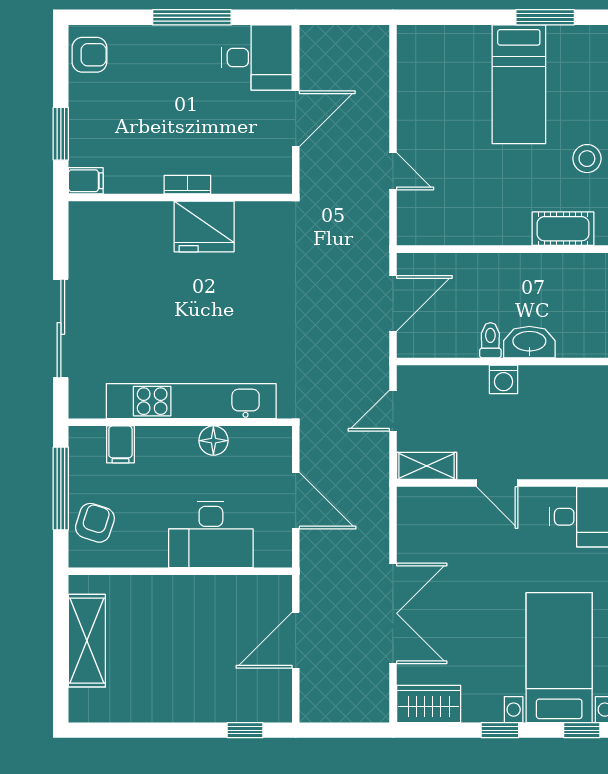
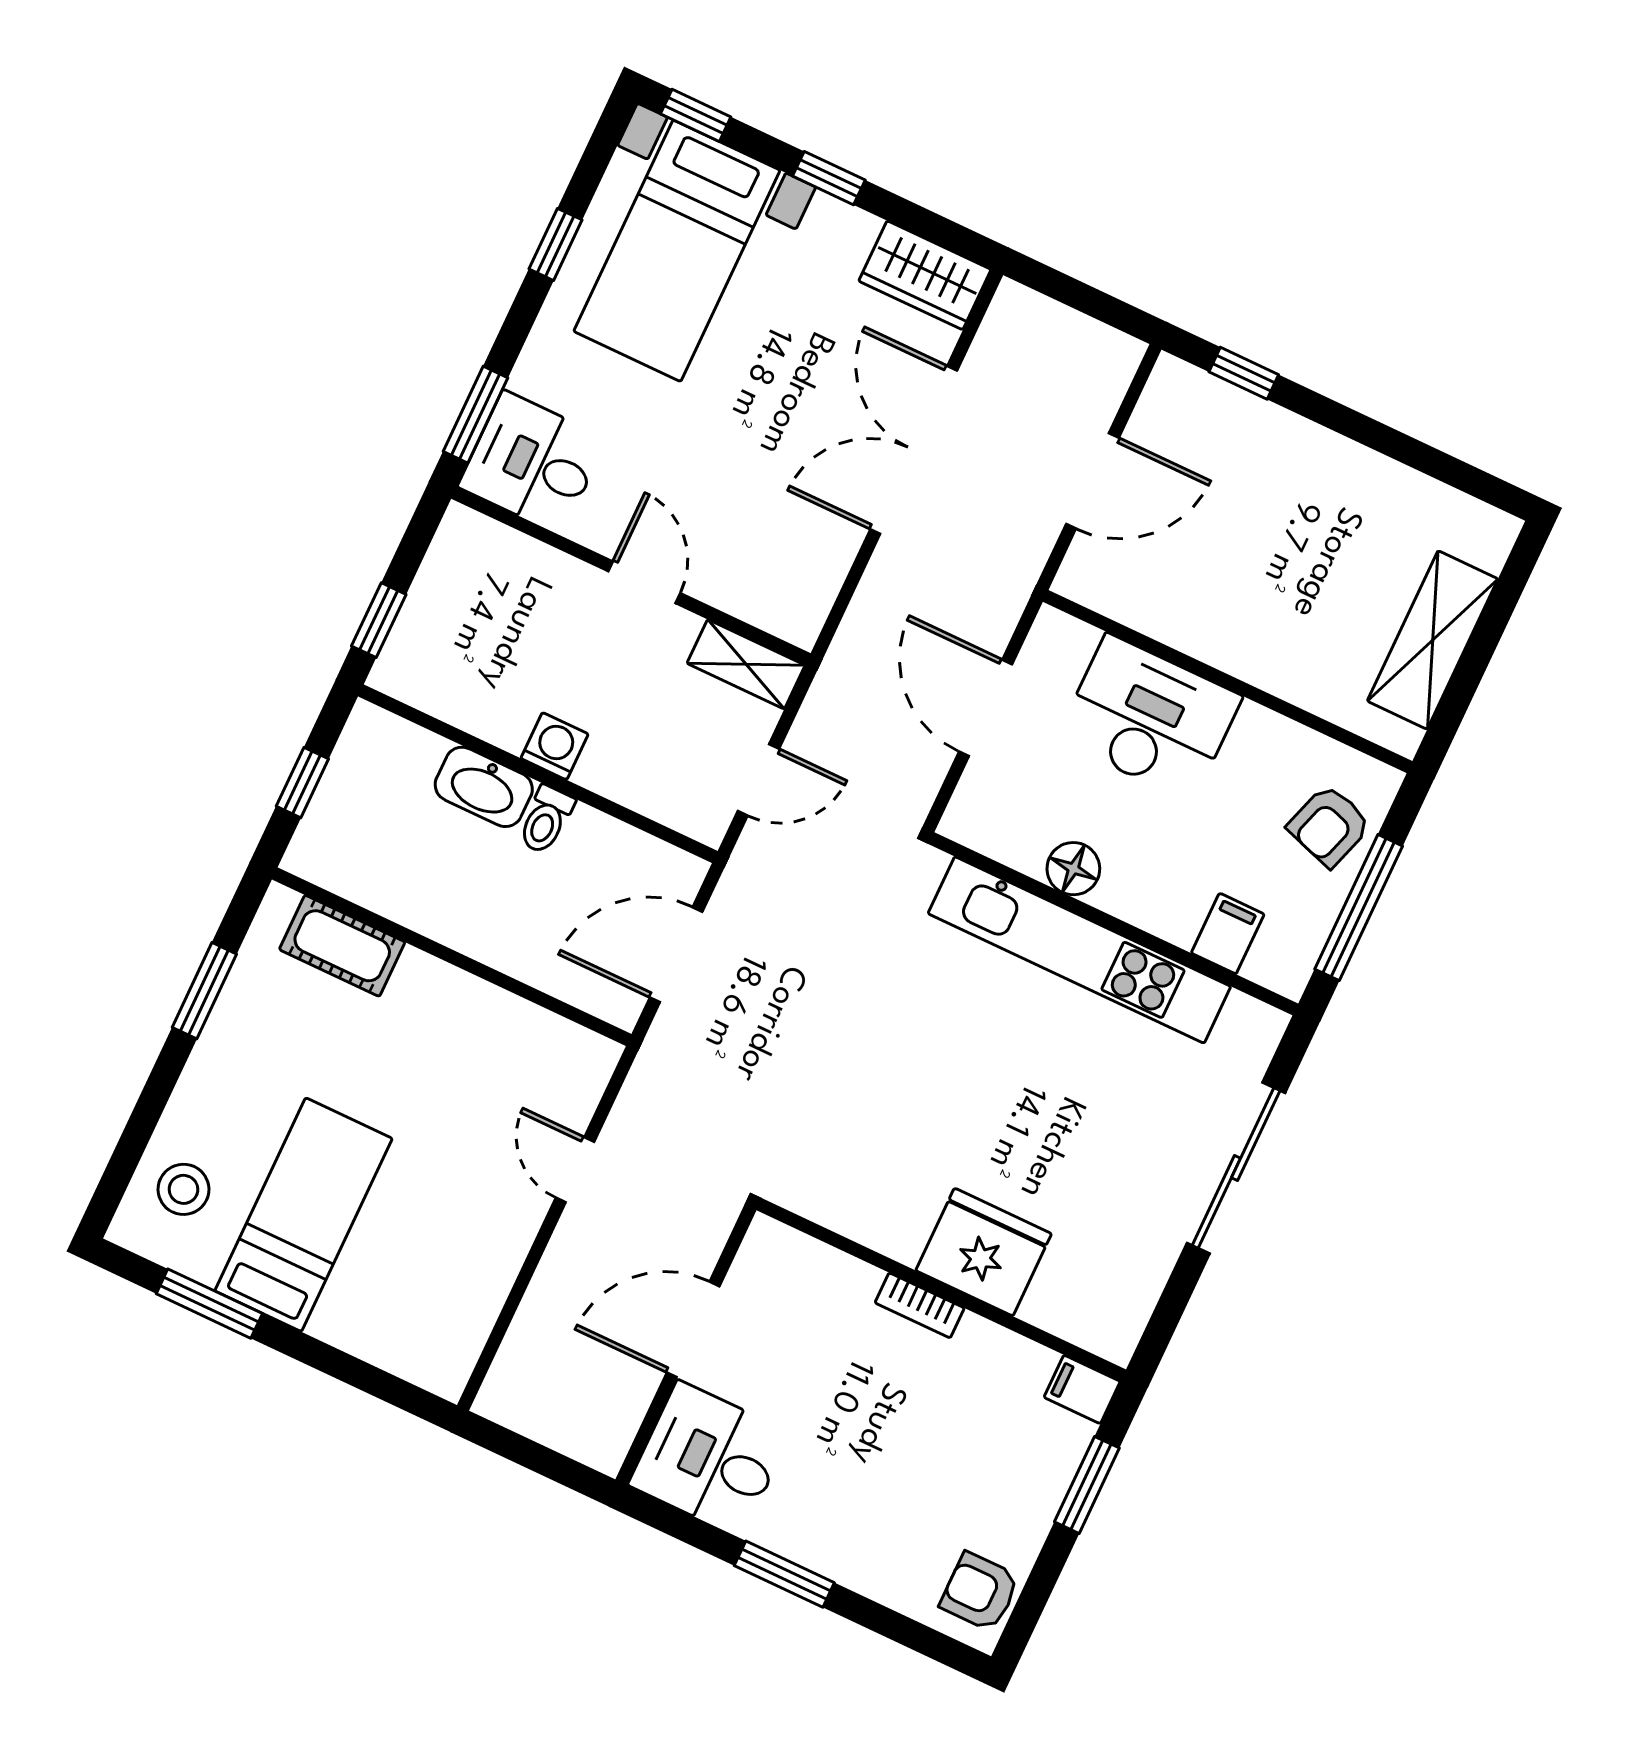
window: (192, 17) -> (784, 1574), width x0.69
stool: (587, 159) -> (183, 1189), moved
fridge: (204, 226) -> (984, 1252), moved

